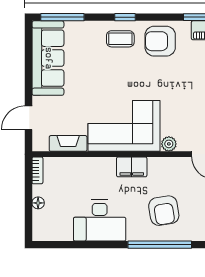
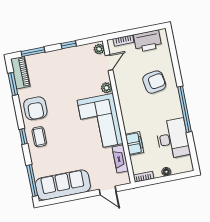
filing cabinet: (132, 167) -> (134, 143), moved
desk: (100, 221) -> (173, 139), moved
window: (160, 245) -> (184, 109), moved

